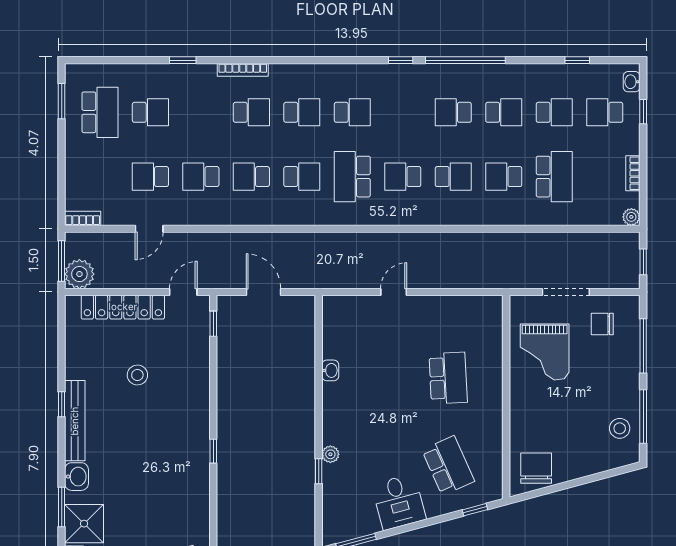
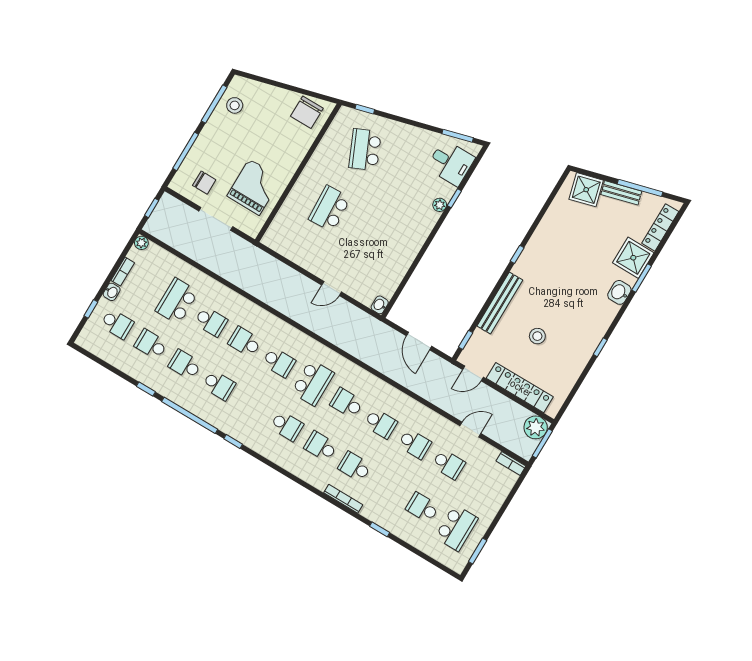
window: (577, 60) -> (146, 389), moved
washbasin: (632, 82) -> (112, 292), moved
school desk: (100, 112) -> (456, 528), turned 180
school desk: (352, 112) -> (287, 426), turned 180
washbasin: (330, 370) -> (380, 305), moved
bench: (75, 421) -> (500, 303), moved
desk: (399, 502) -> (451, 163), moved, turned 105

